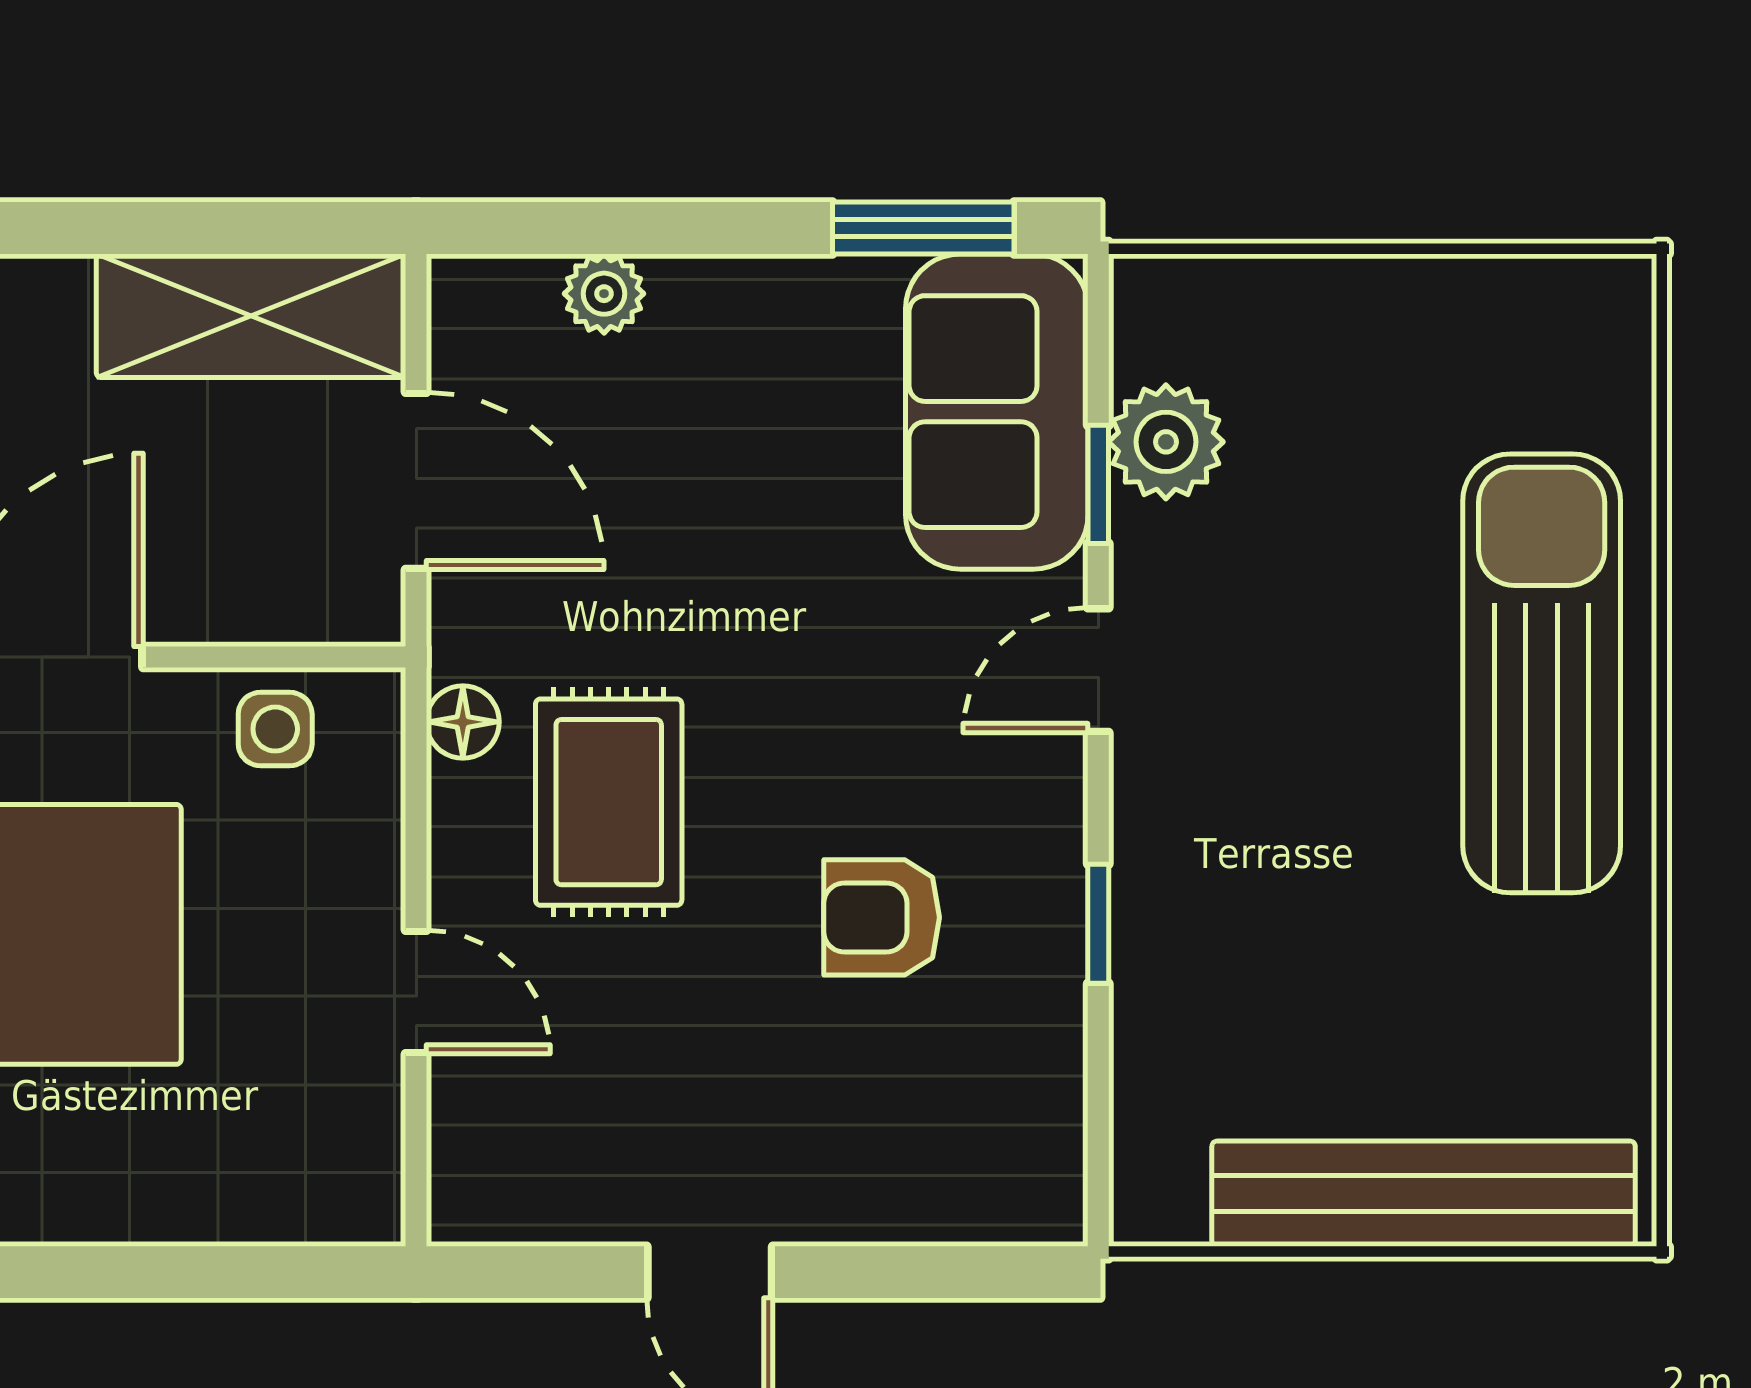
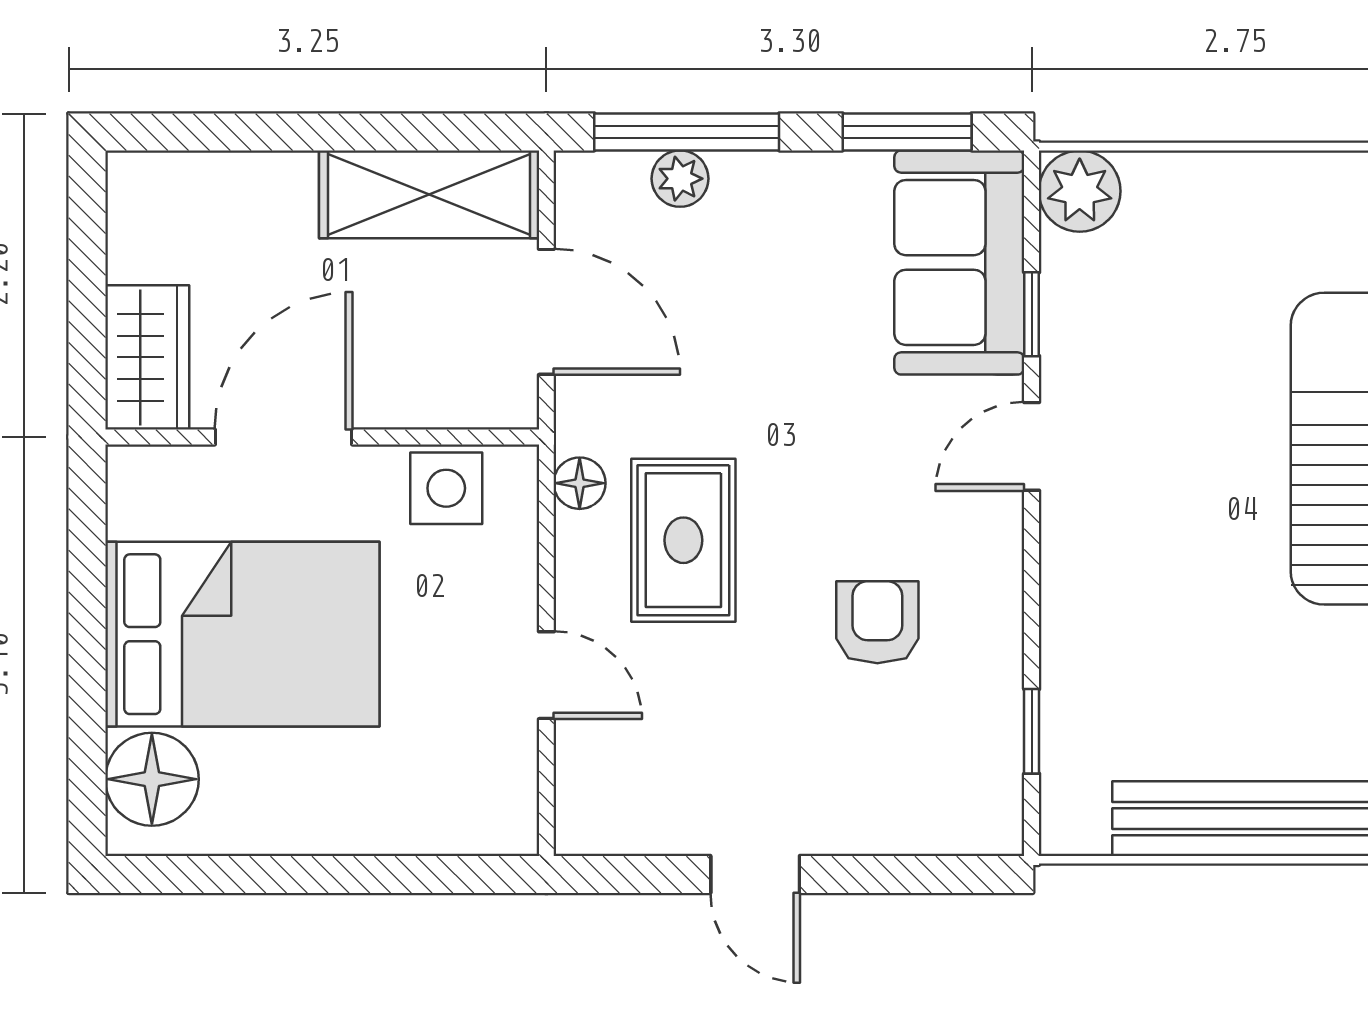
window: (613, 228) -> (687, 132), added
plant: (1166, 442) -> (1080, 191), moved
side table: (275, 729) -> (446, 488), width x1.37, depth x1.37
armchair: (882, 917) -> (877, 622), turned 90
window: (1098, 924) -> (1032, 731), moved

